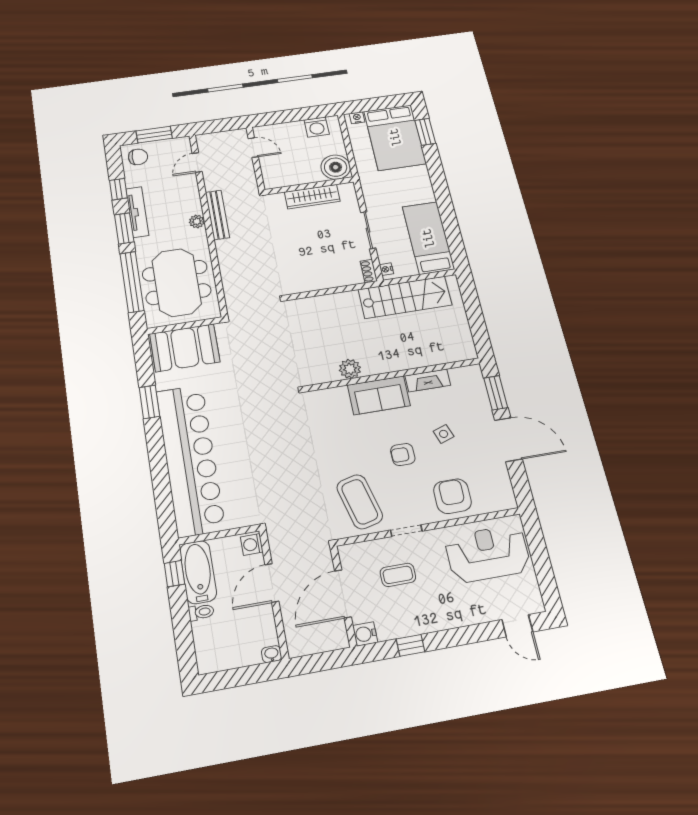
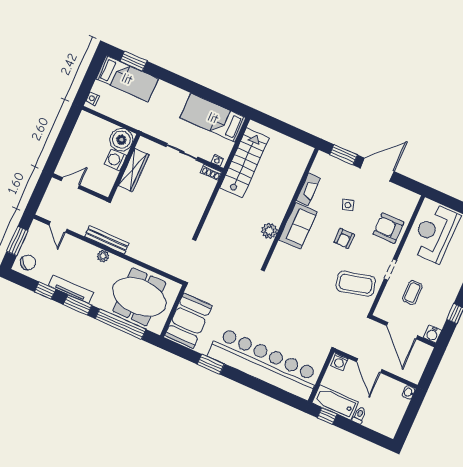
washing machine: (317, 127) -> (115, 160), moved, turned 180
bed: (395, 137) -> (127, 79), width x0.67
chair: (138, 157) -> (28, 263), turned 46

